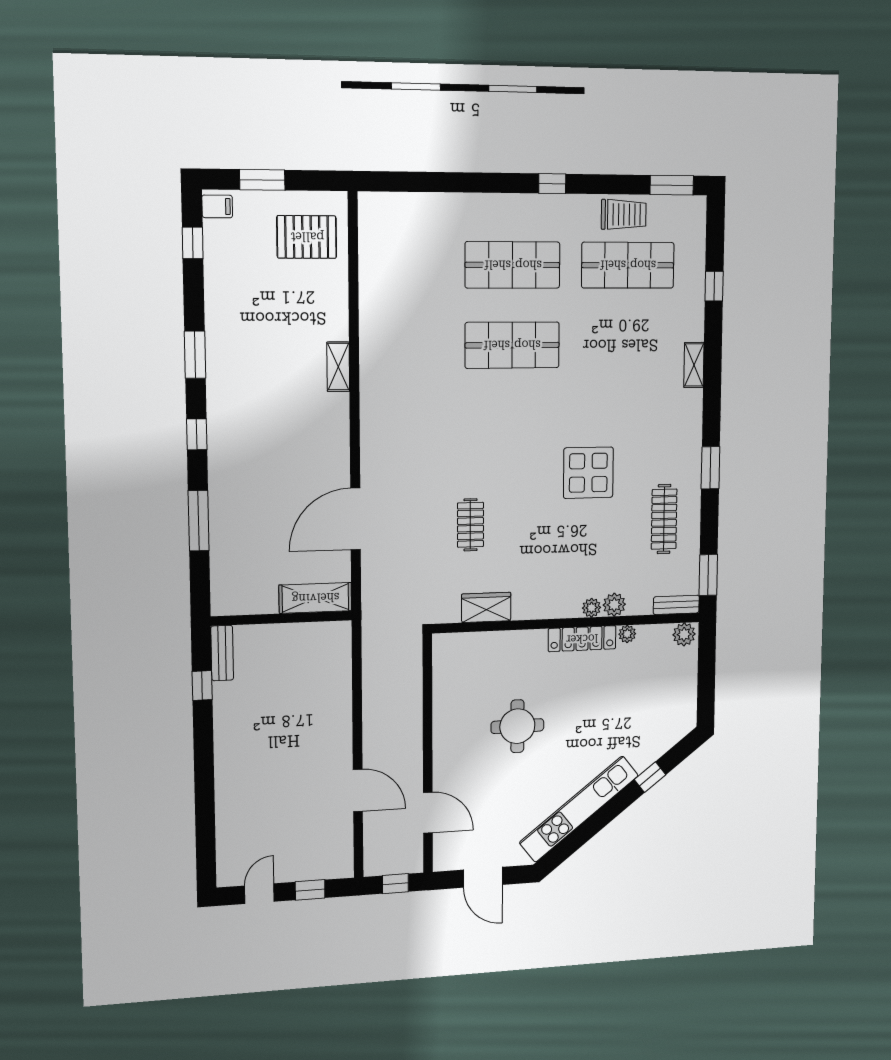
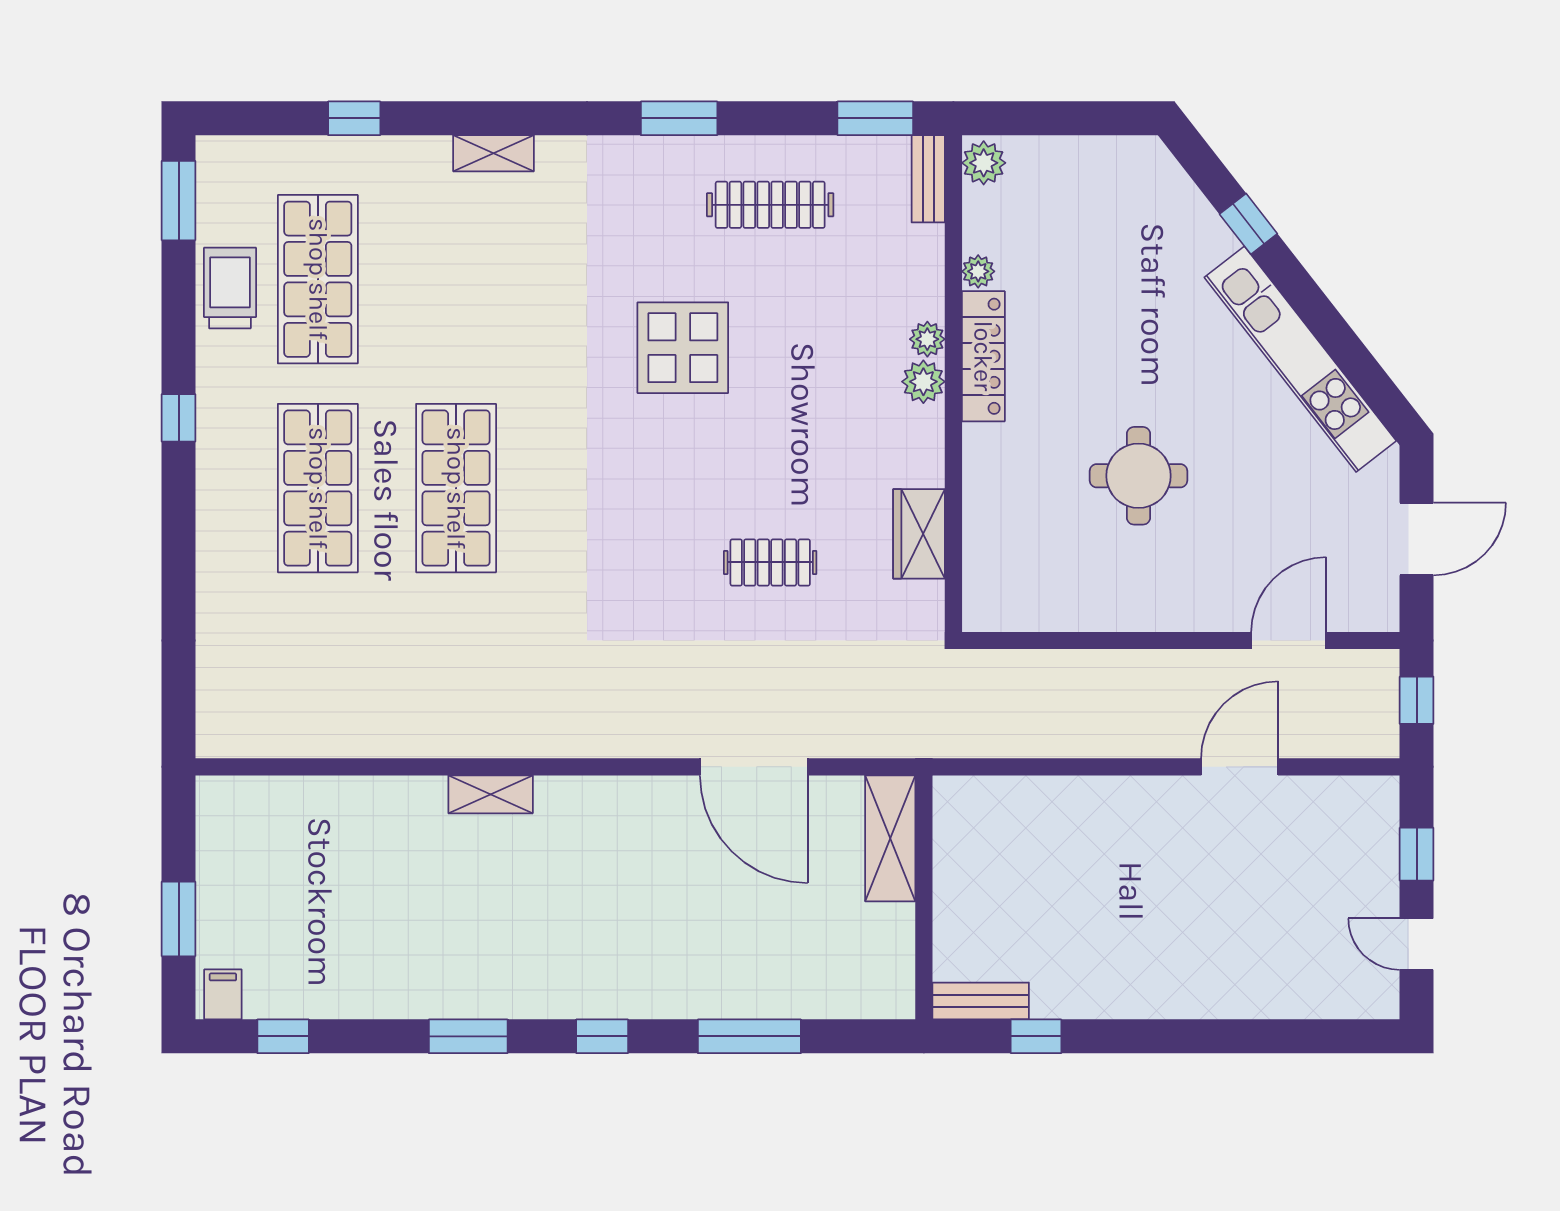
pallet: (307, 237) -> (272, 846), removed
plant: (614, 605) -> (923, 382), moved

